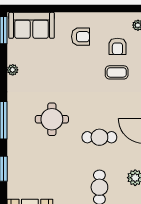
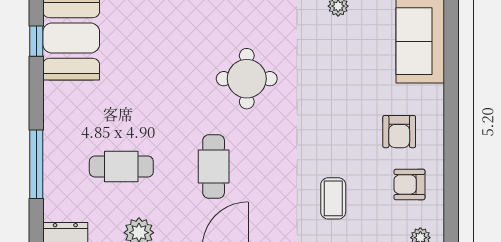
armchair: (117, 46) -> (409, 184), moved

